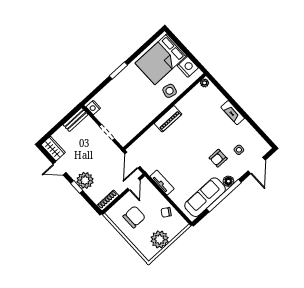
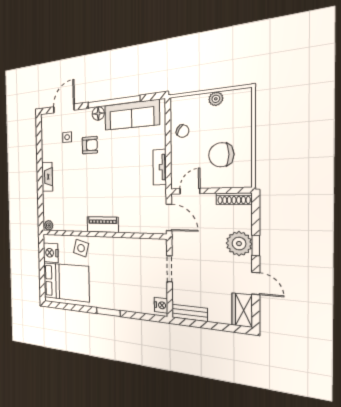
door: (132, 160) -> (169, 217), hinge flipped
plant: (160, 239) -> (216, 99), width x0.53, depth x0.53

